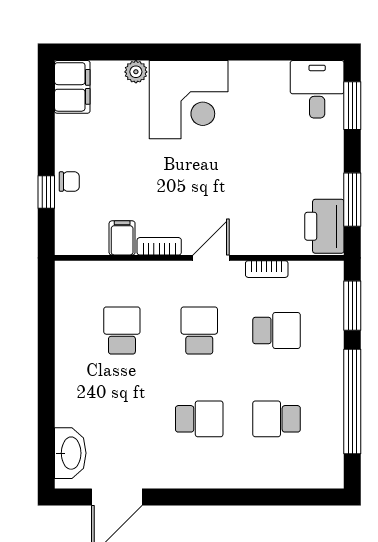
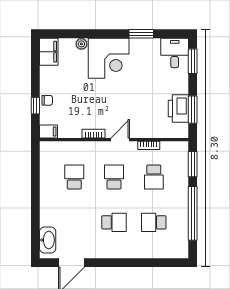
window: (252, 52) -> (141, 34), added
printer: (324, 226) -> (178, 108), moved
filing cabinet: (122, 238) -> (48, 132), moved, turned 90
school desk: (277, 331) -> (154, 177), turned 90

